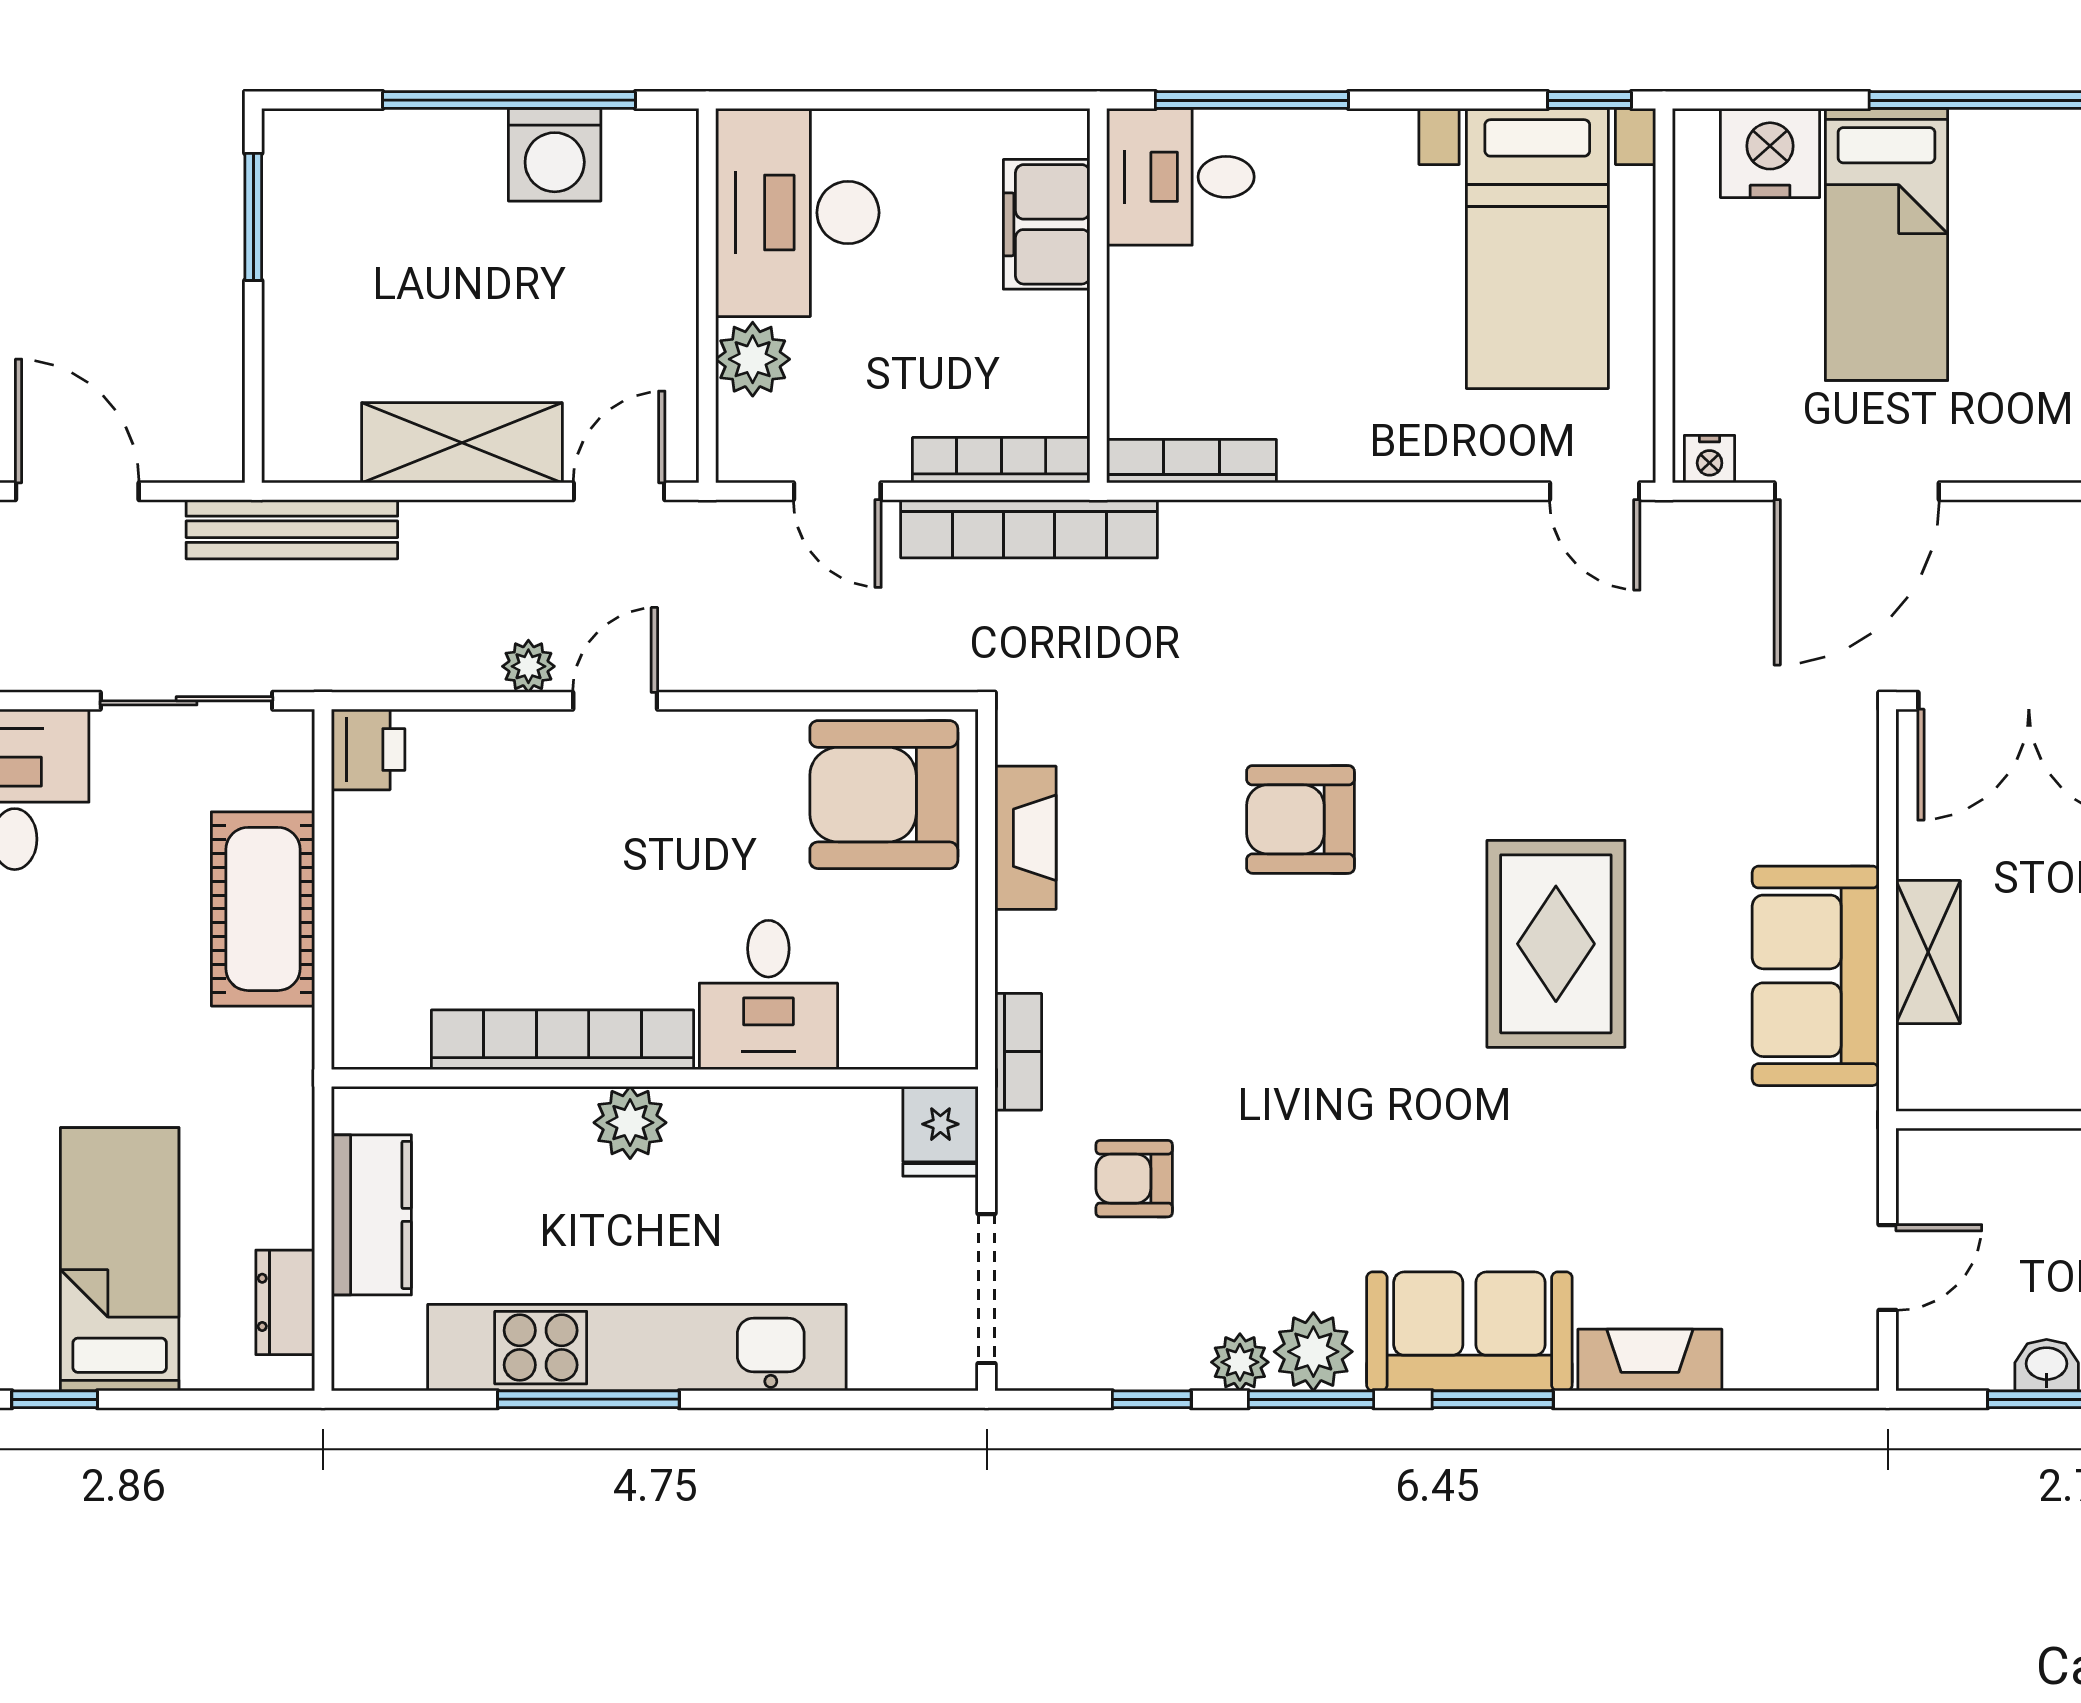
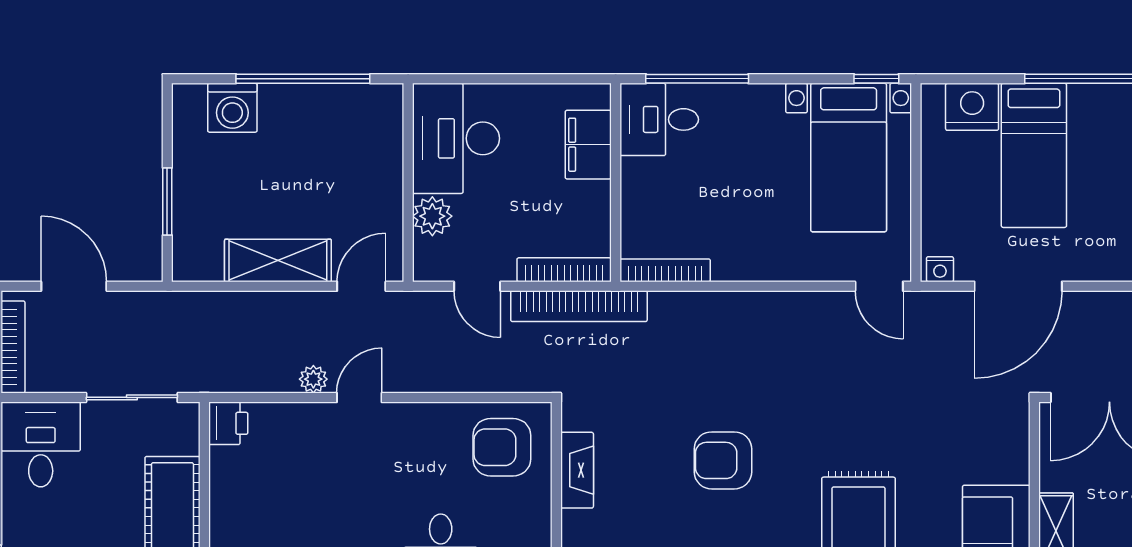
washing machine: (555, 155) -> (232, 108), moved
window: (253, 217) -> (167, 201), moved
bench: (292, 529) -> (188, 306), removed
armchair: (884, 795) -> (502, 447), width x0.73, depth x0.73

